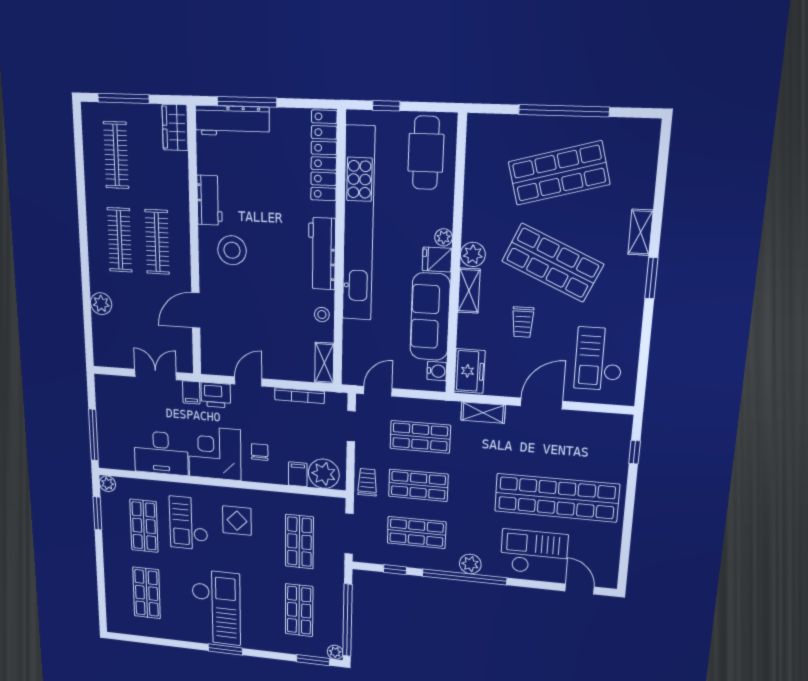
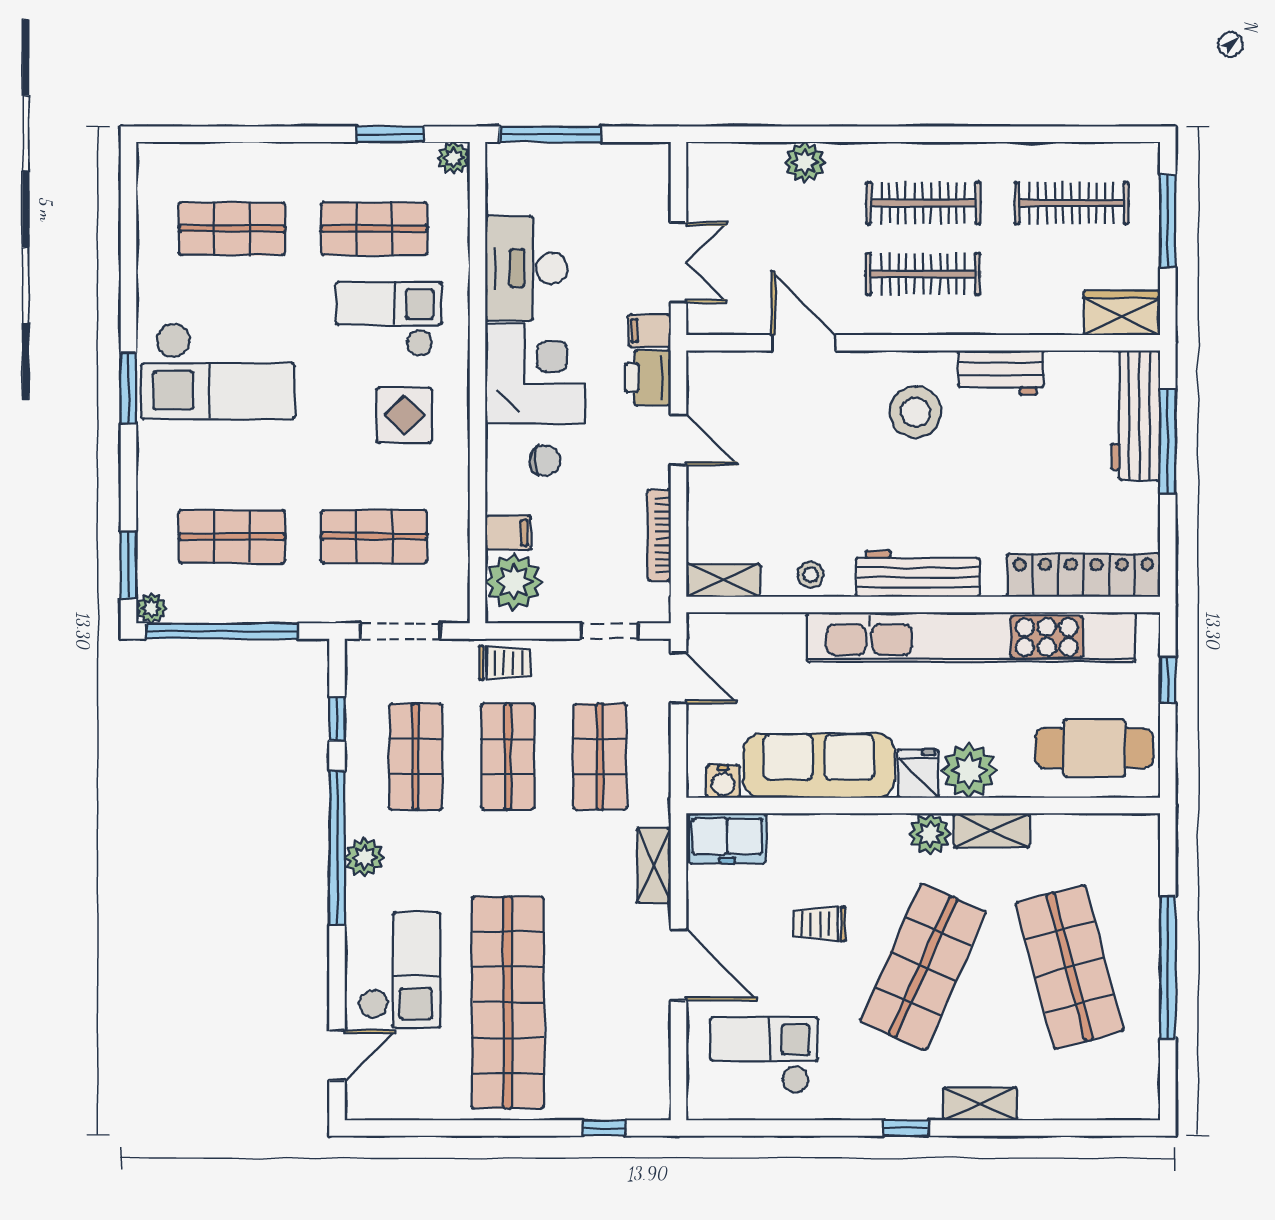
plant: (444, 237) -> (969, 771), width x1.88, depth x1.88
window: (651, 278) -> (906, 1128), width x0.67
shelving: (469, 291) -> (992, 830), moved

